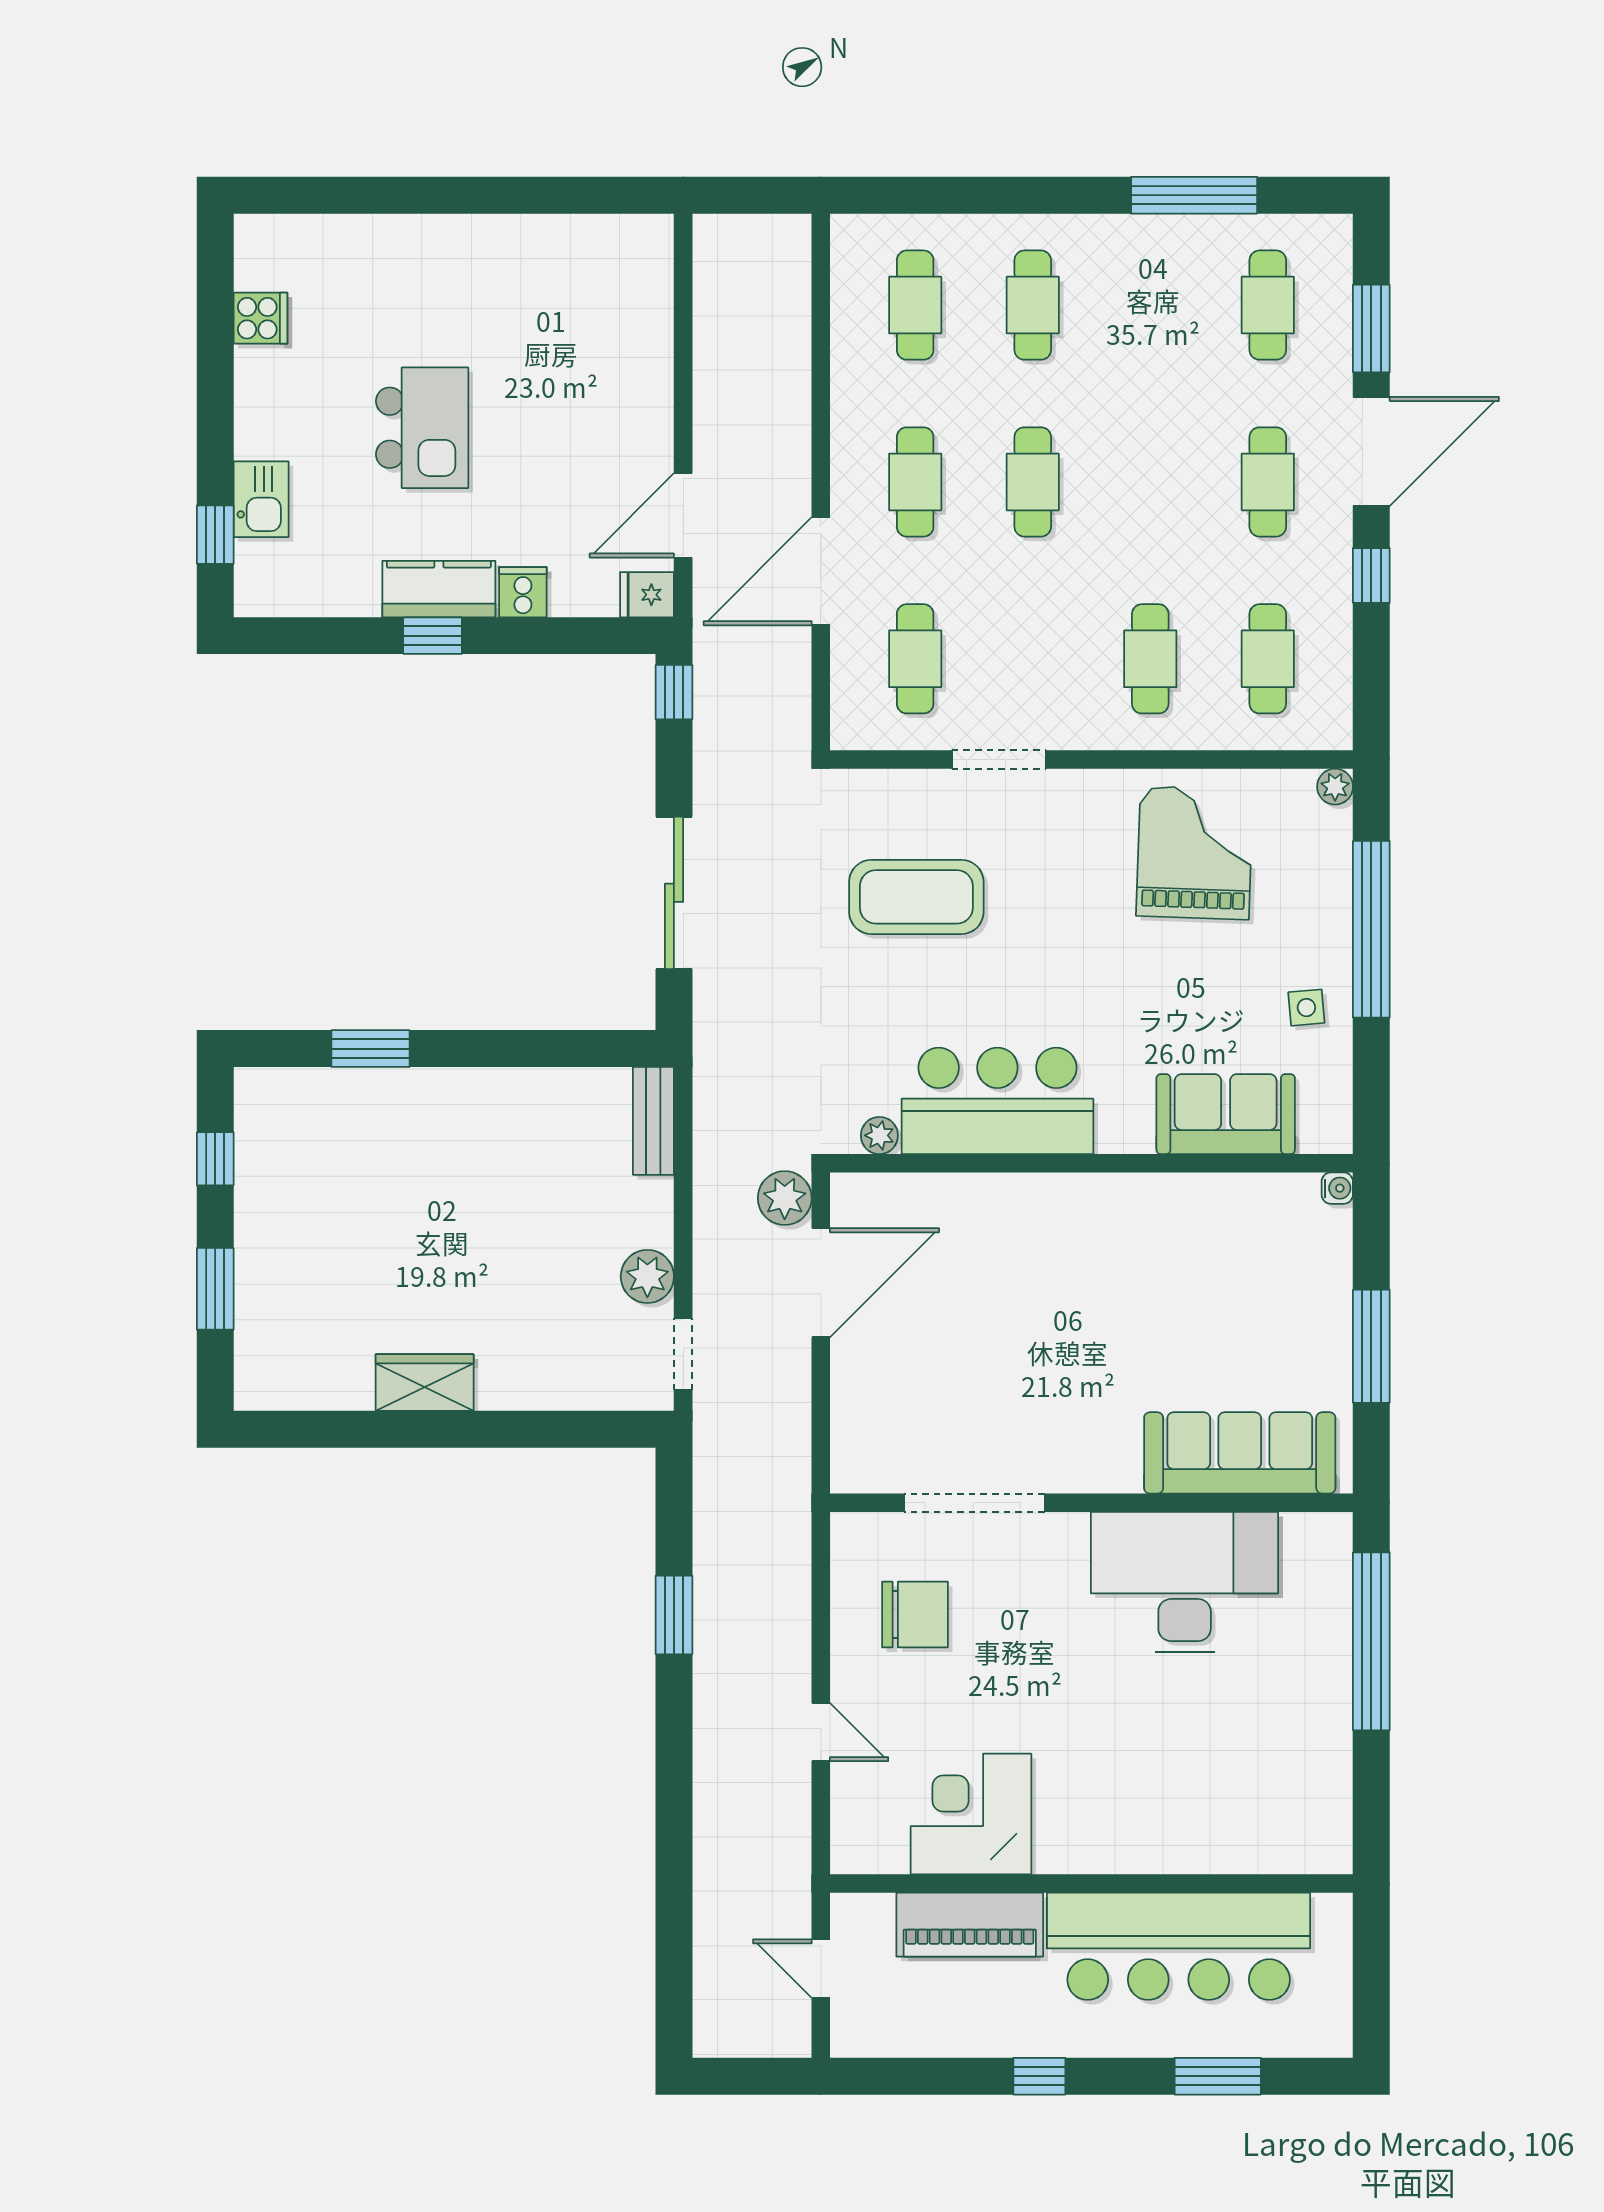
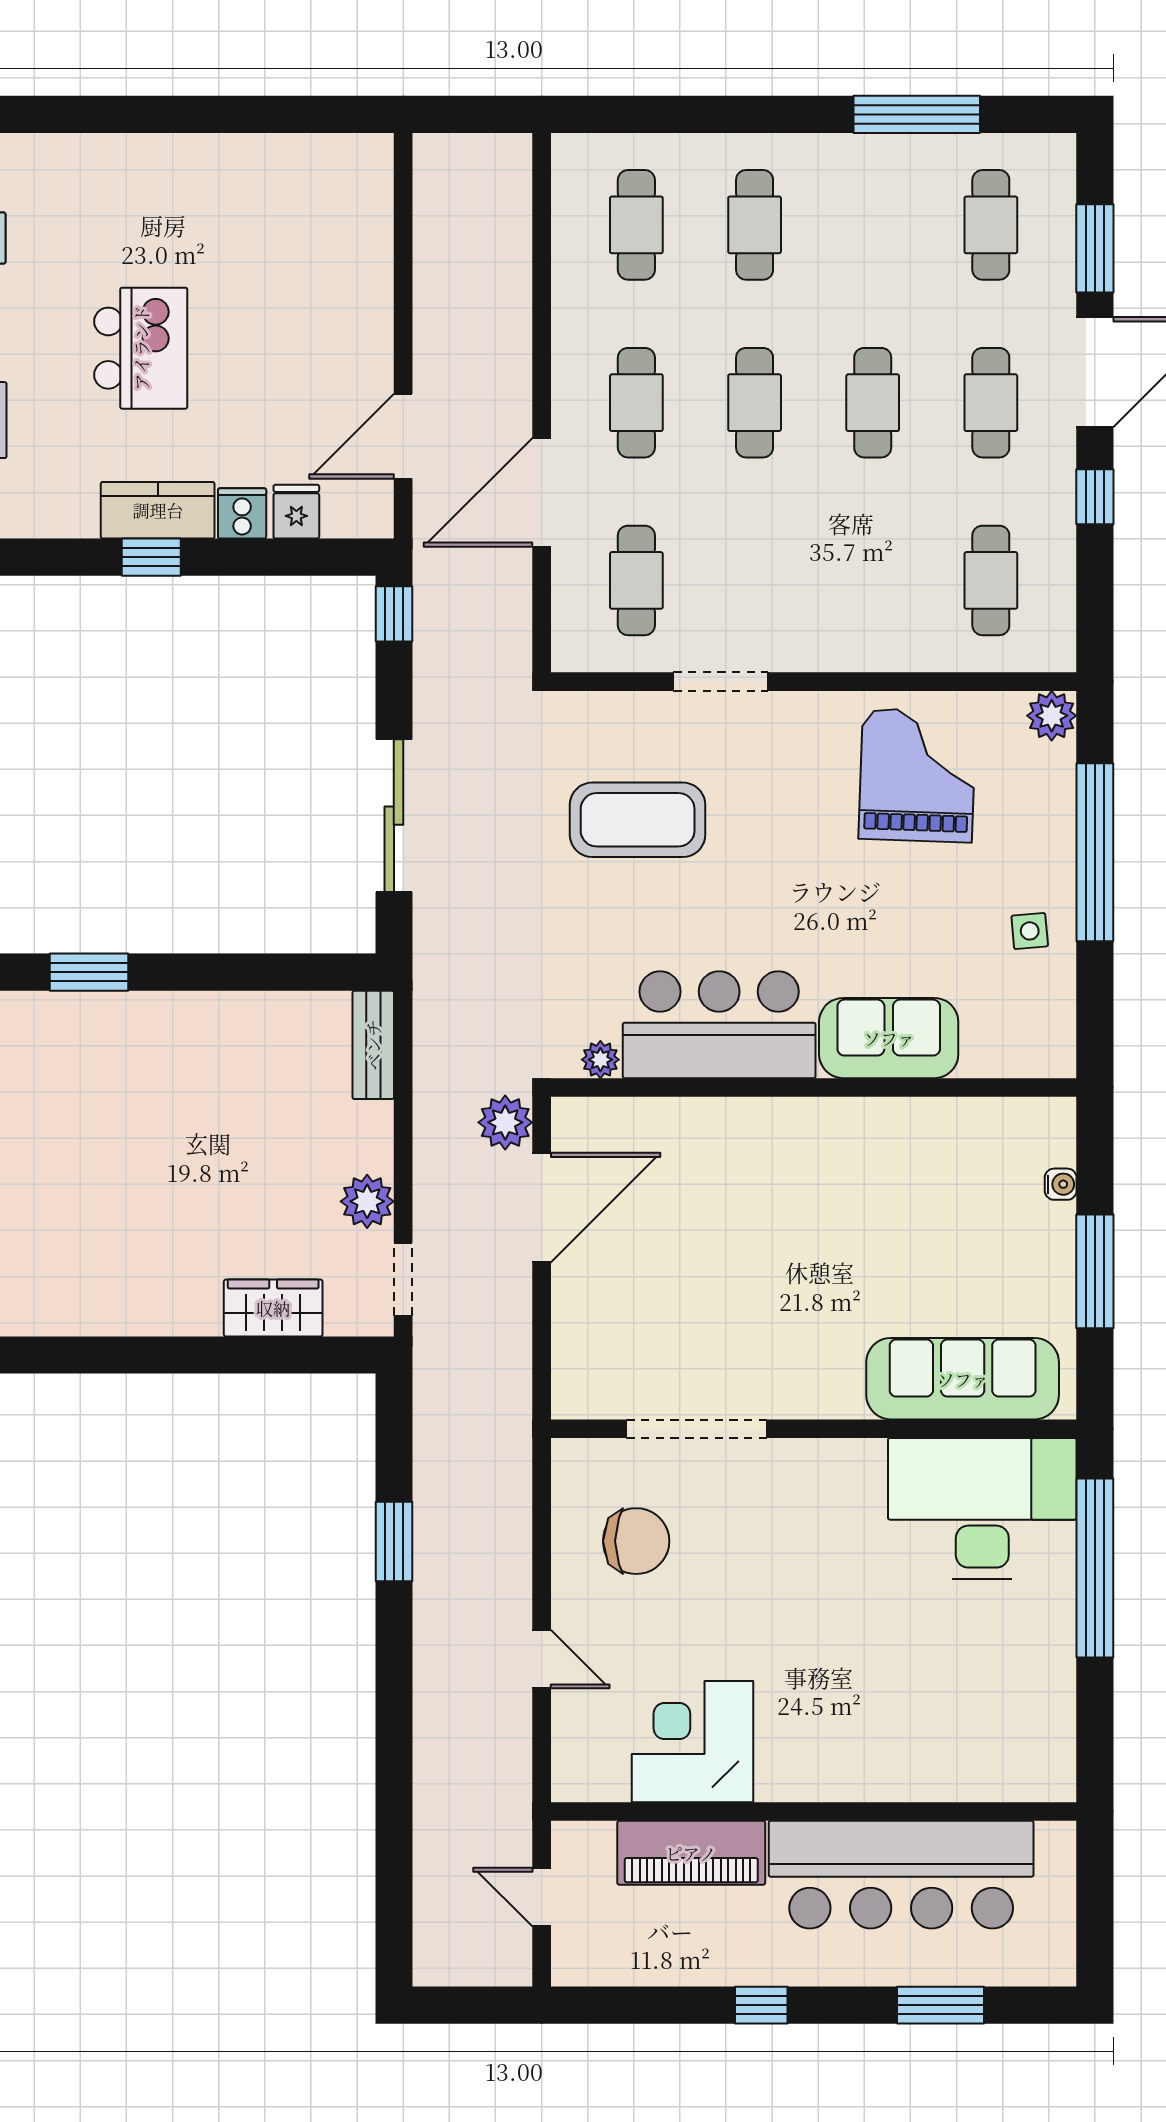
fridge: (647, 595) -> (296, 512), moved, turned 90
cafe table: (1150, 659) -> (873, 403), moved
plant: (1335, 787) -> (1052, 716), width x1.38, depth x1.38
sofa: (1226, 1114) -> (889, 1038), moved
water cooler: (1337, 1188) -> (1061, 1184), moved
wardrobe: (425, 1383) -> (273, 1308), moved
desk: (1185, 1582) -> (982, 1508), moved

